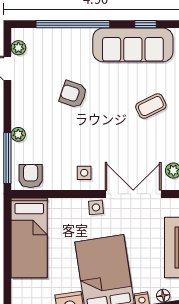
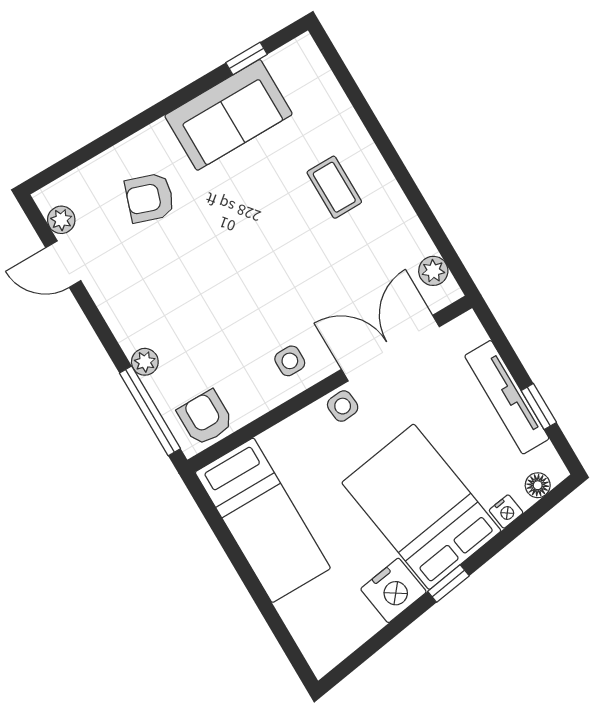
window: (73, 24) -> (128, 129), removed
sofa: (133, 45) -> (228, 115), width x0.73
armchair: (73, 94) -> (150, 198), moved
coffee table: (151, 106) -> (334, 187), turned -64

